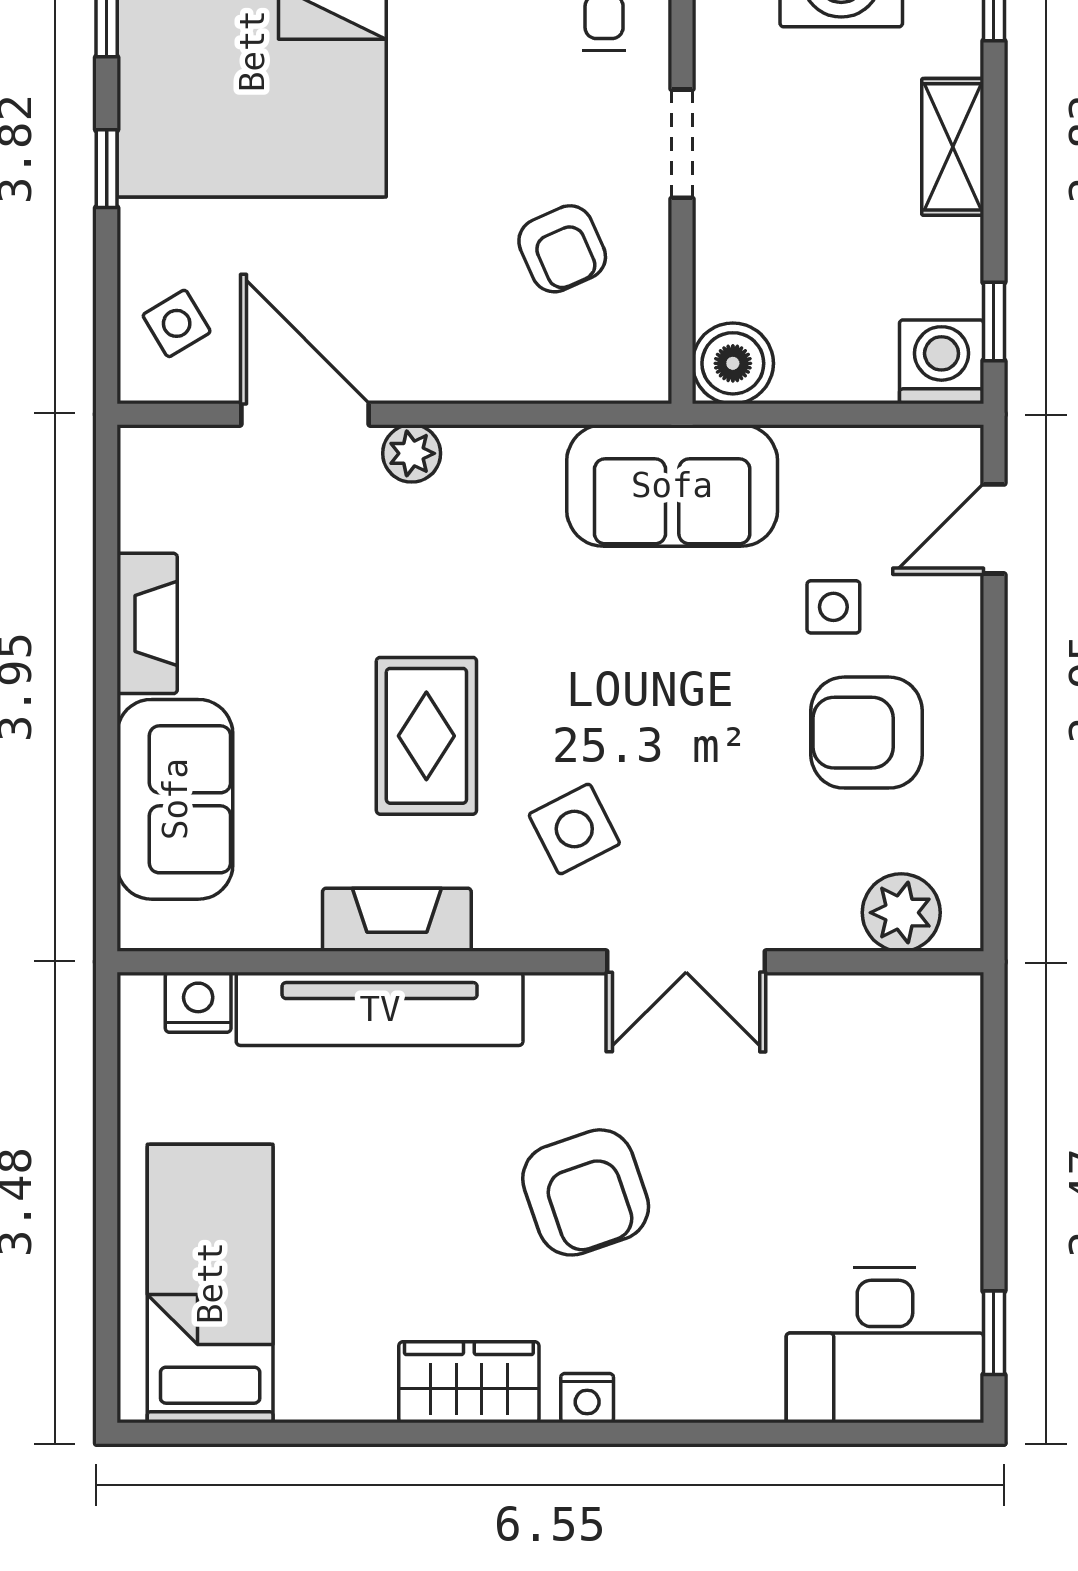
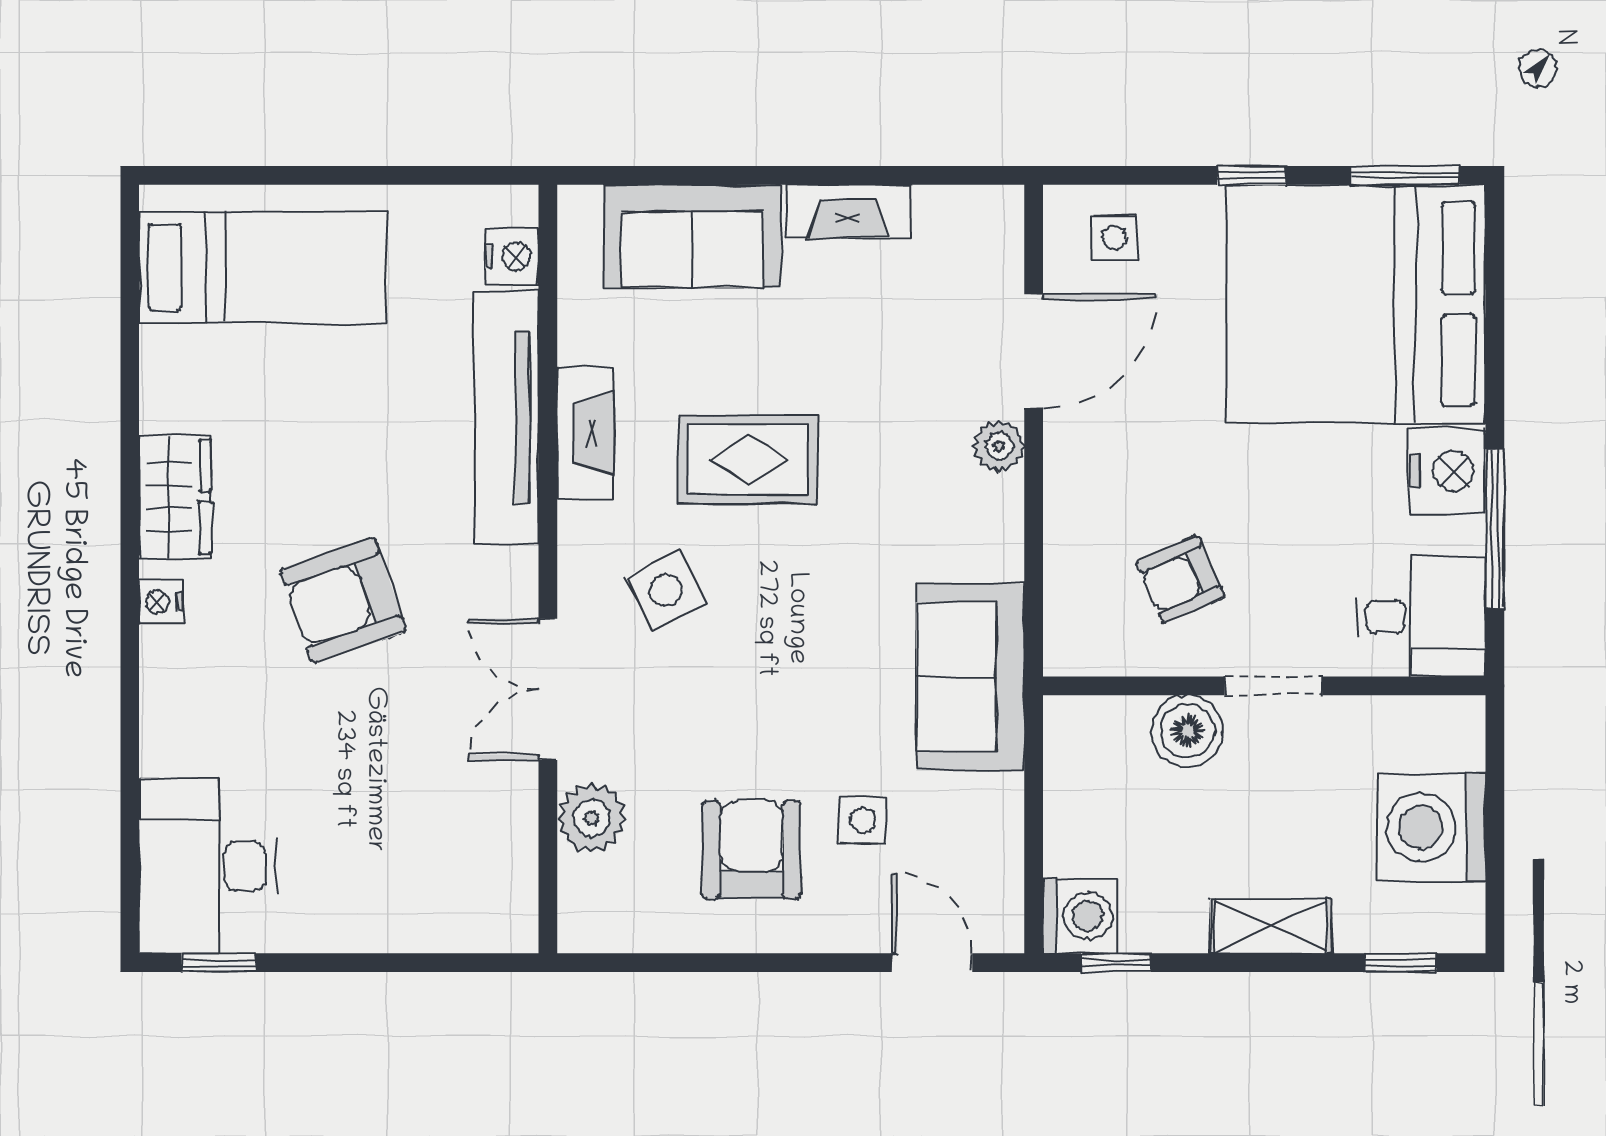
side table: (177, 323) -> (1114, 238), turned 31
boiler: (733, 363) -> (1187, 731), moved
plant: (901, 913) -> (592, 818), moved

